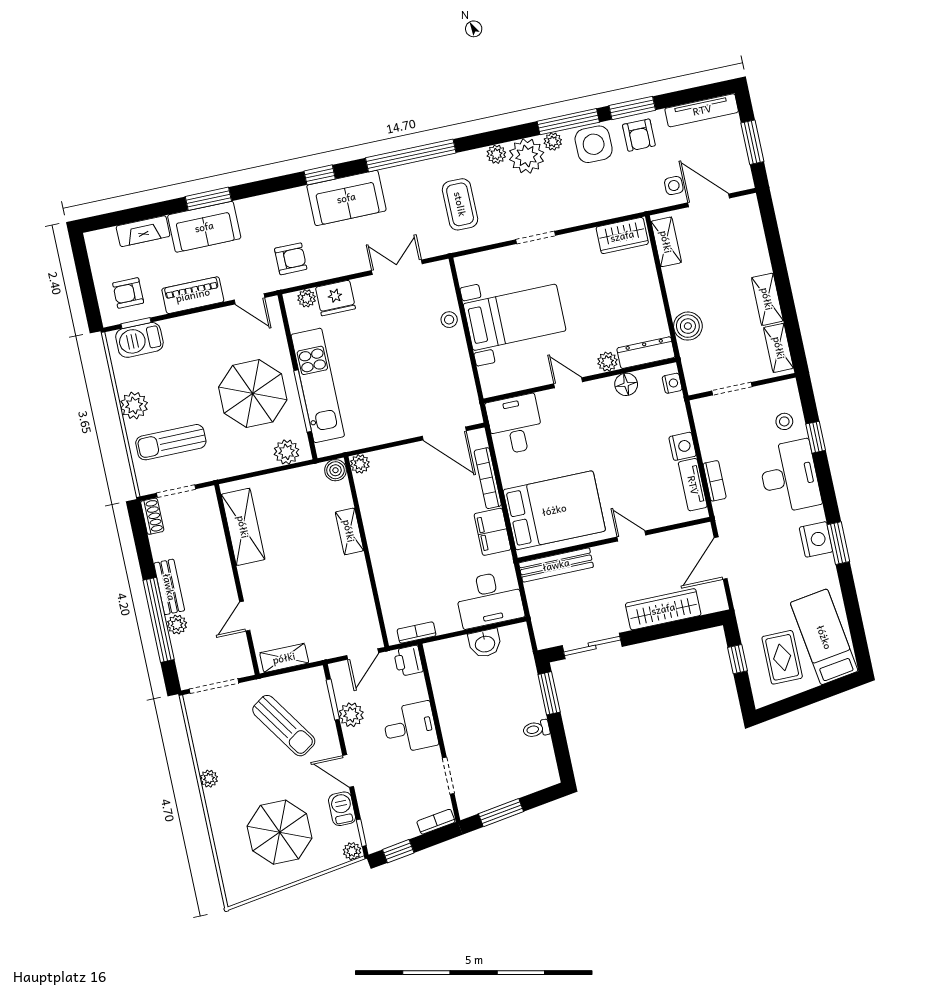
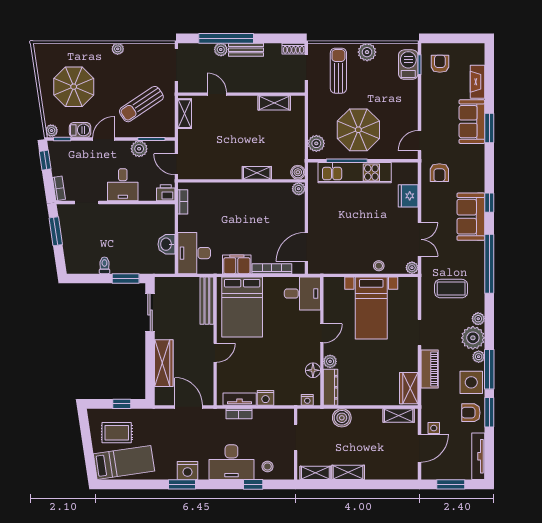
piano: (193, 295) -> (430, 369), moved
plant: (307, 298) -> (412, 268), moved
shelving: (243, 527) -> (274, 103), width x0.67, depth x0.75

